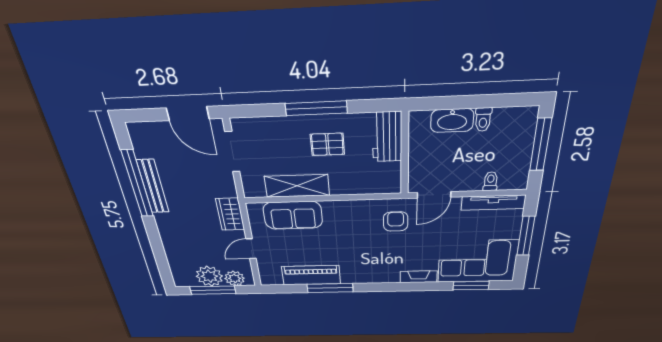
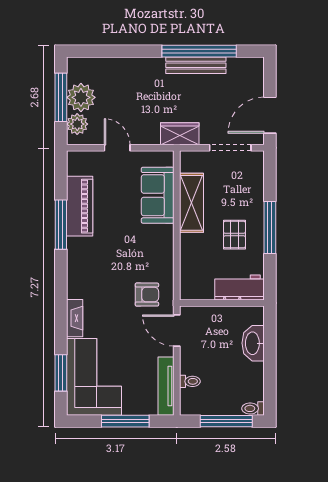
toilet: (483, 119) -> (253, 408), moved
wardrobe: (230, 214) -> (180, 134), moved

